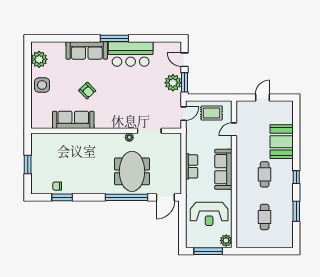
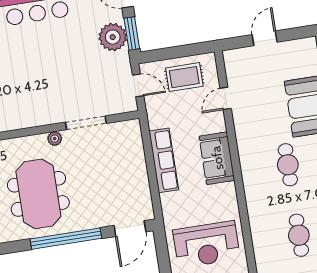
door: (183, 114) -> (138, 85), hinge flipped
row of seats: (192, 166) -> (164, 160), width x1.48
sofa: (223, 169) -> (217, 158), width x0.73
meeting table: (132, 171) -> (38, 194), moved

